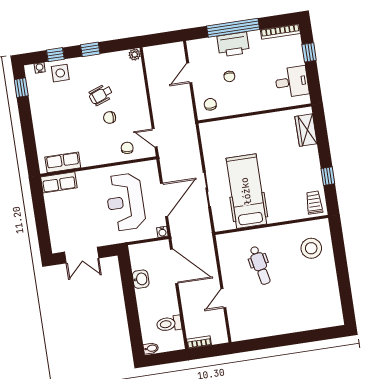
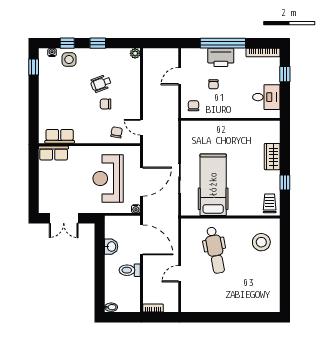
wardrobe: (306, 130) -> (272, 157), moved
dental chair: (260, 265) -> (215, 250), width x1.36, depth x1.38
toilet: (169, 324) -> (130, 270), moved

